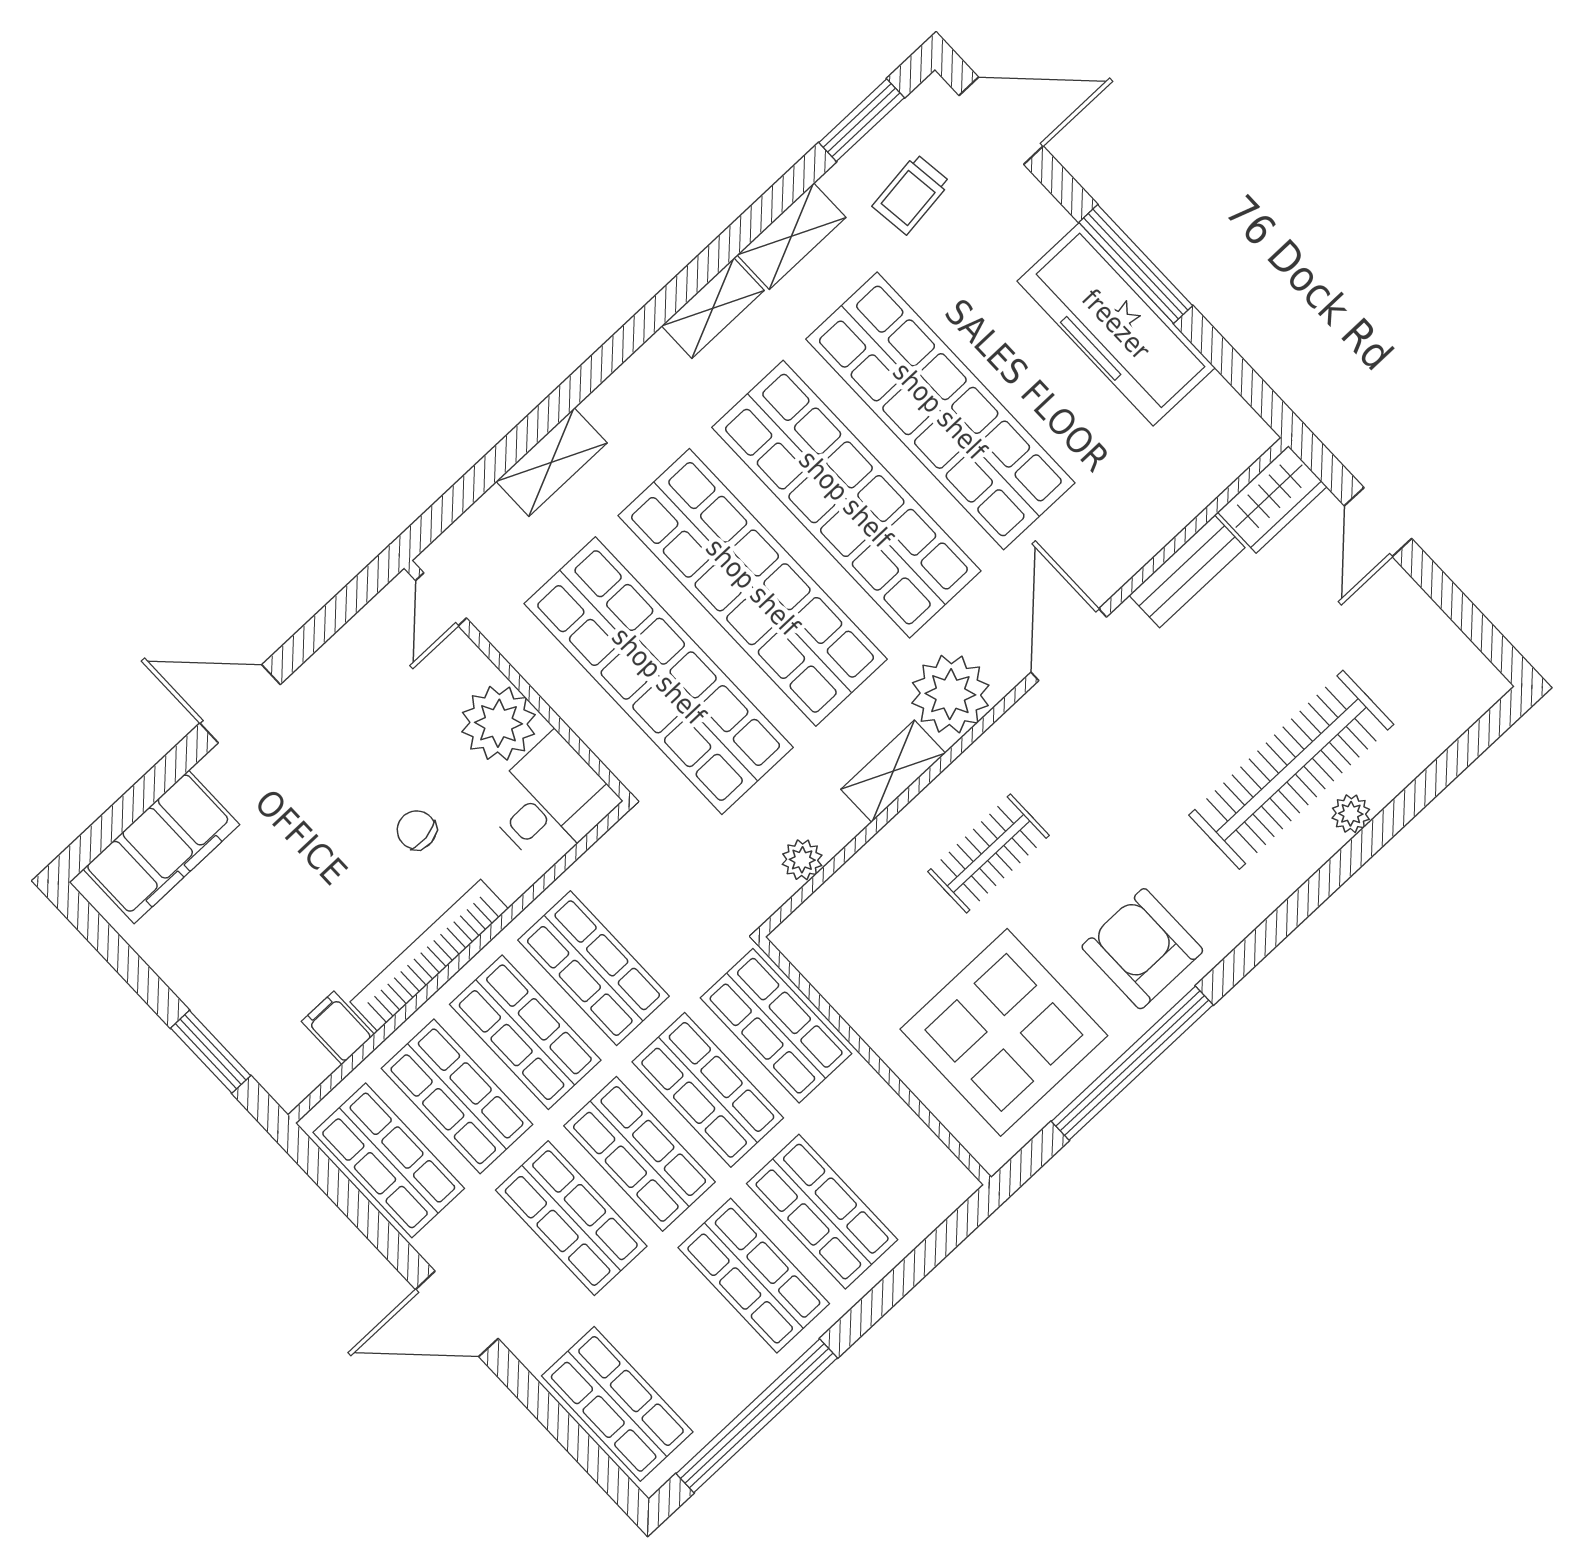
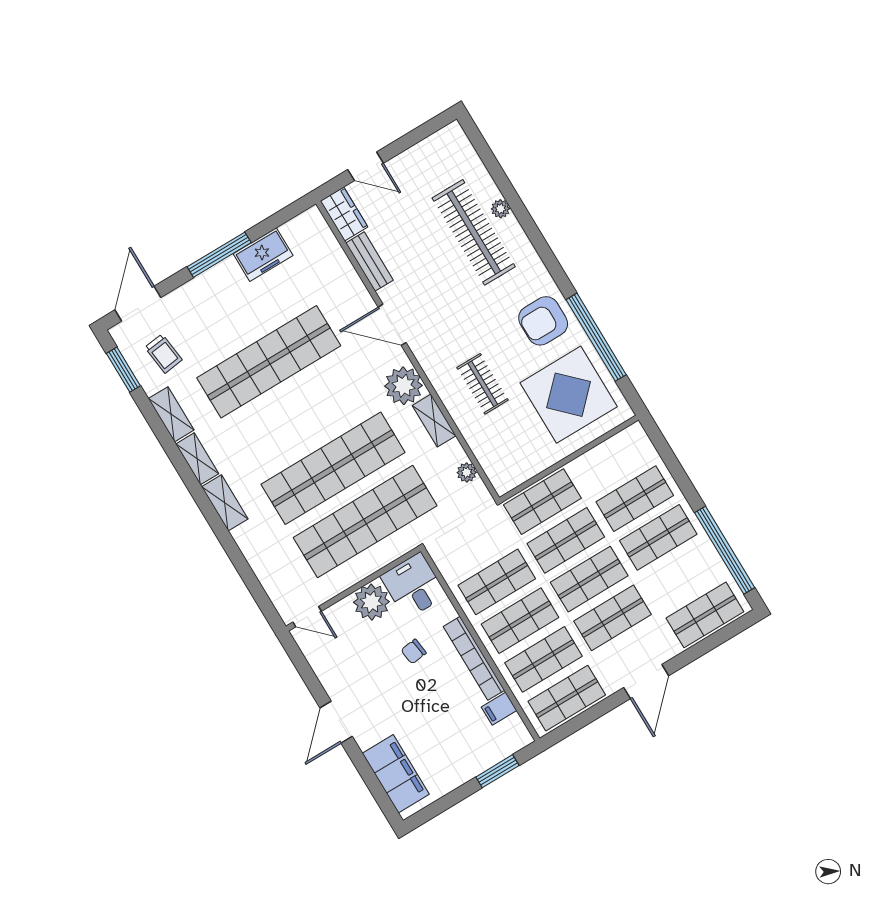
freezer: (1116, 324) -> (263, 255), width x0.52, depth x0.79
shelving: (552, 462) -> (225, 503), moved
shop shelf: (846, 499) -> (301, 415), removed

